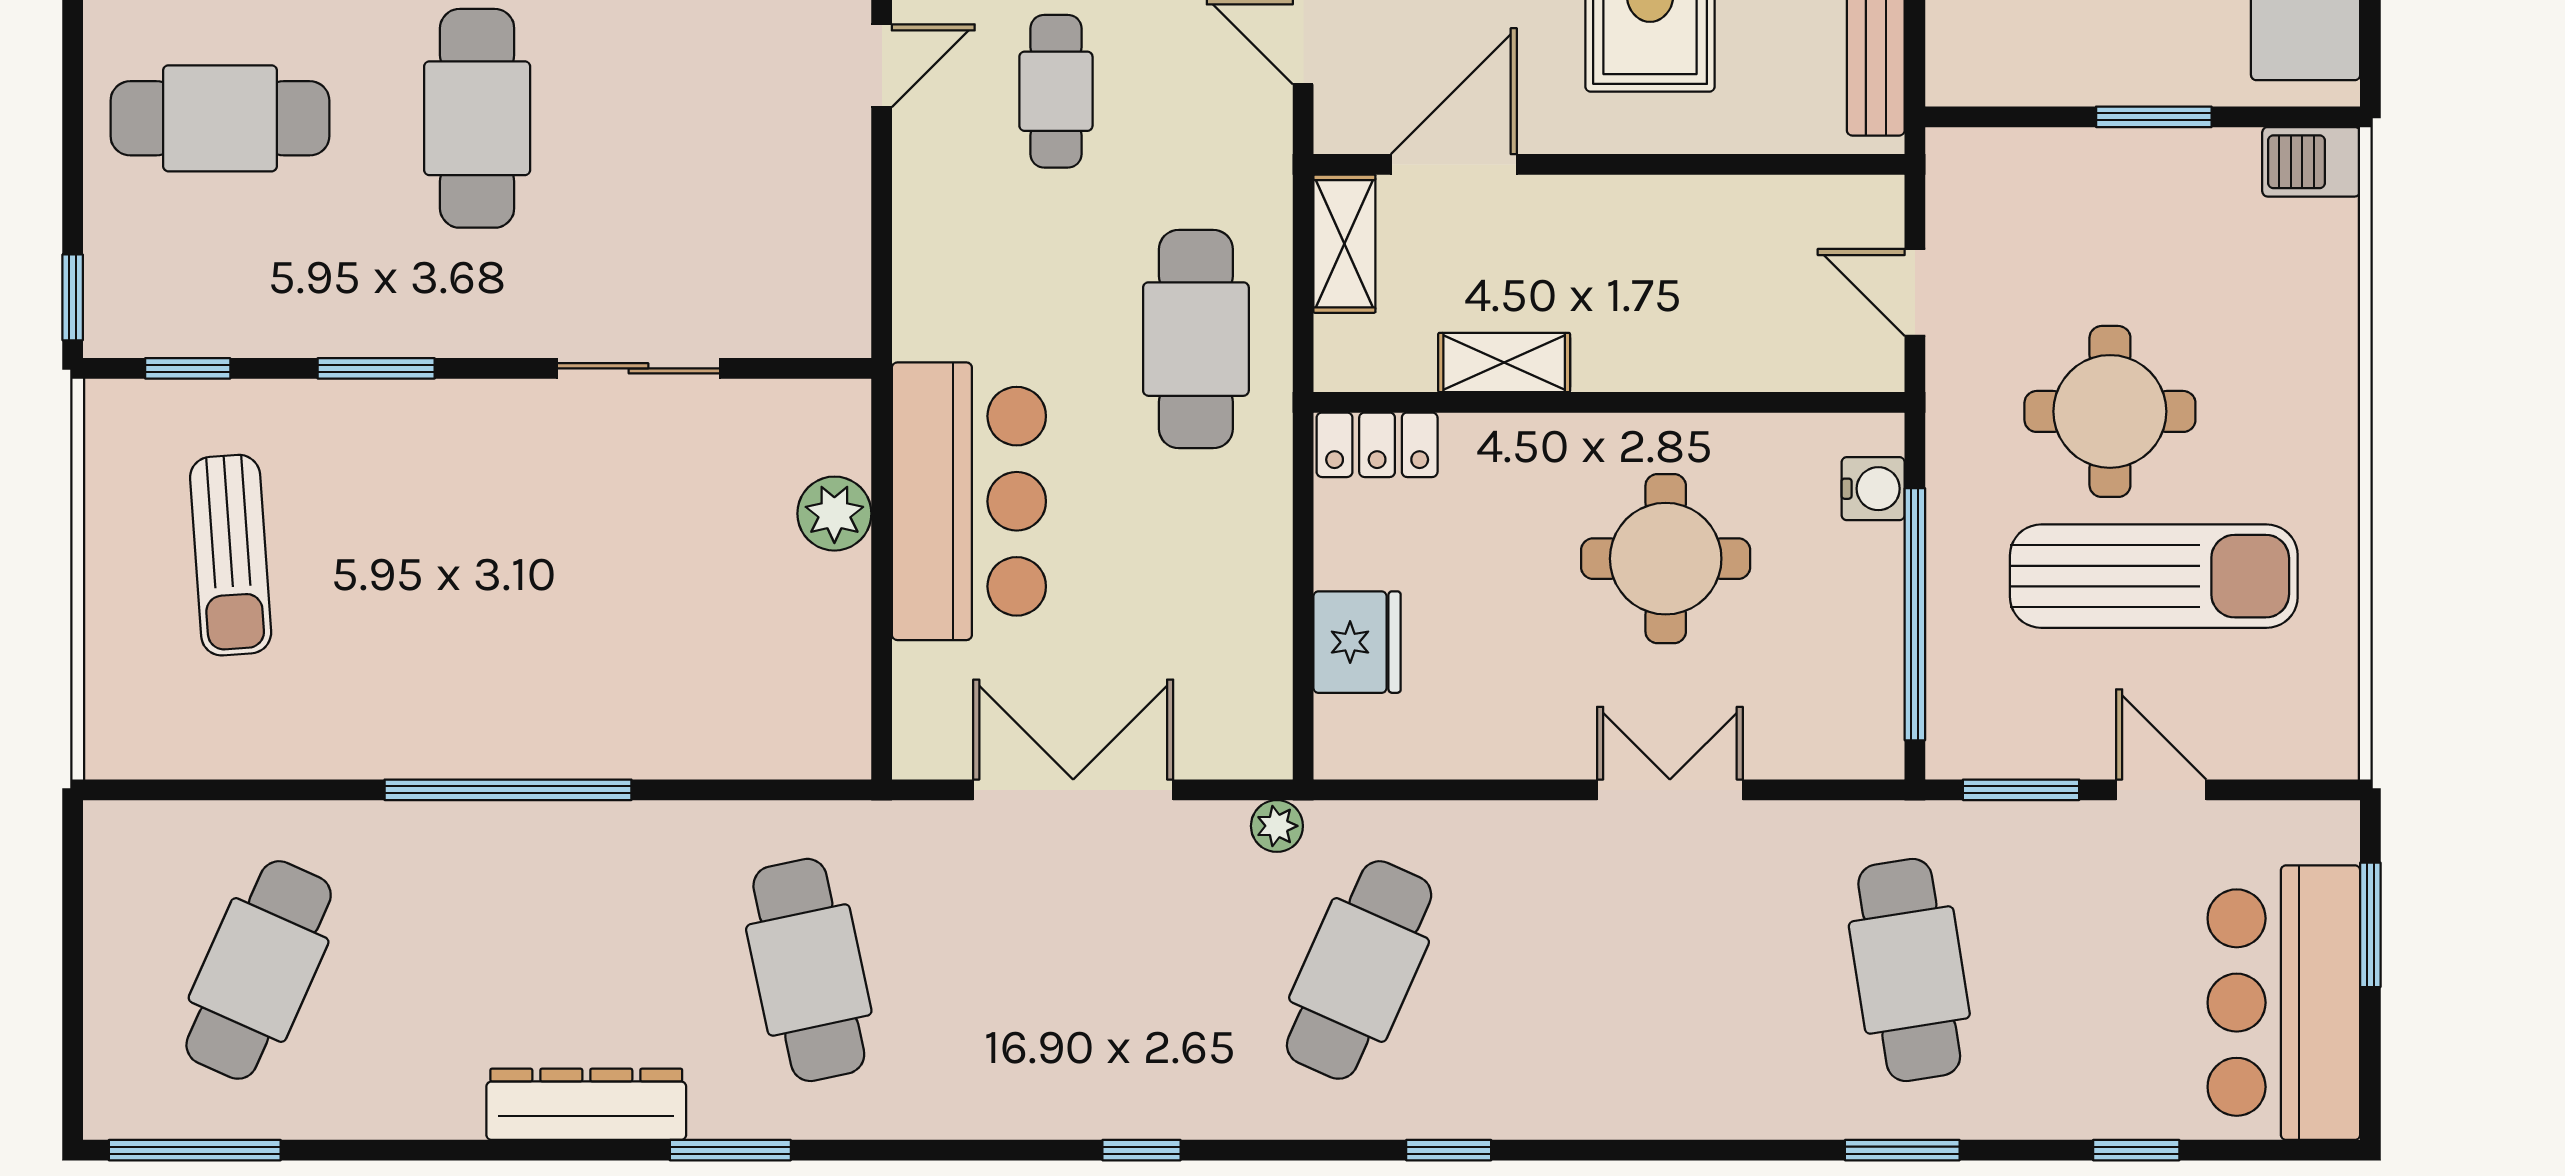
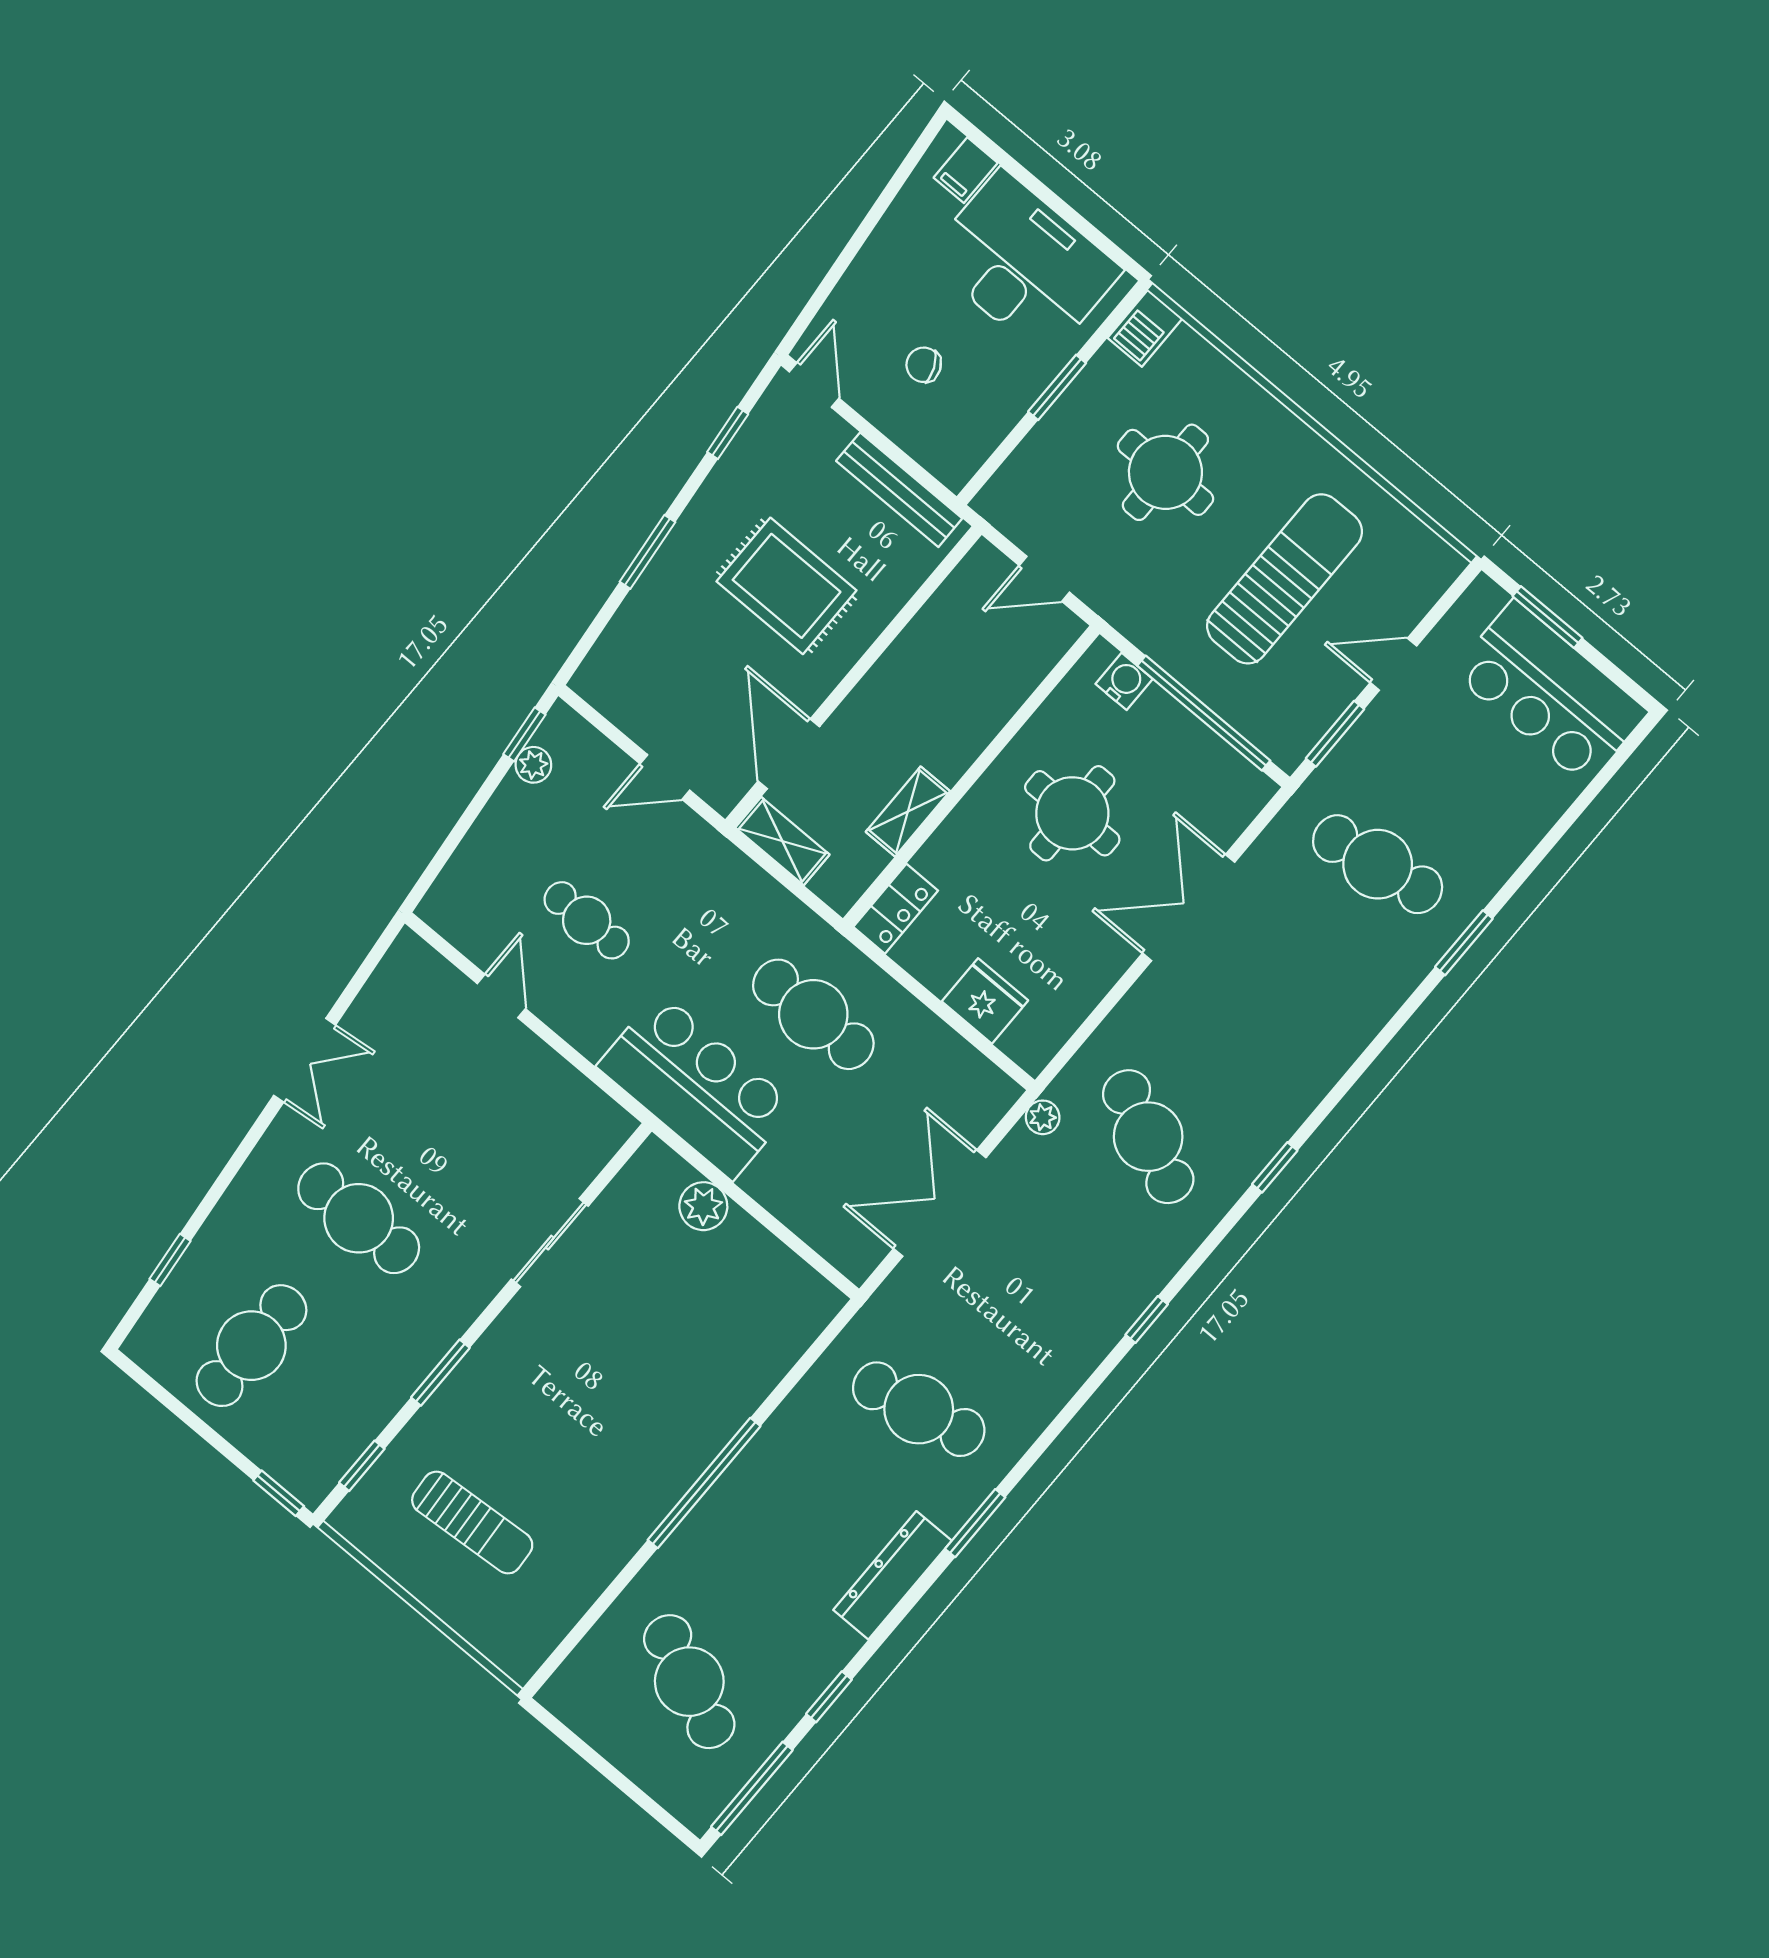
cafe table: (1196, 339) -> (813, 1014), moved
round table: (2110, 411) -> (1165, 472), moved
bar counter: (969, 501) -> (696, 1086), moved
double door: (1670, 790) -> (1189, 908), width x1.37
window: (2136, 1150) -> (829, 1697), moved

